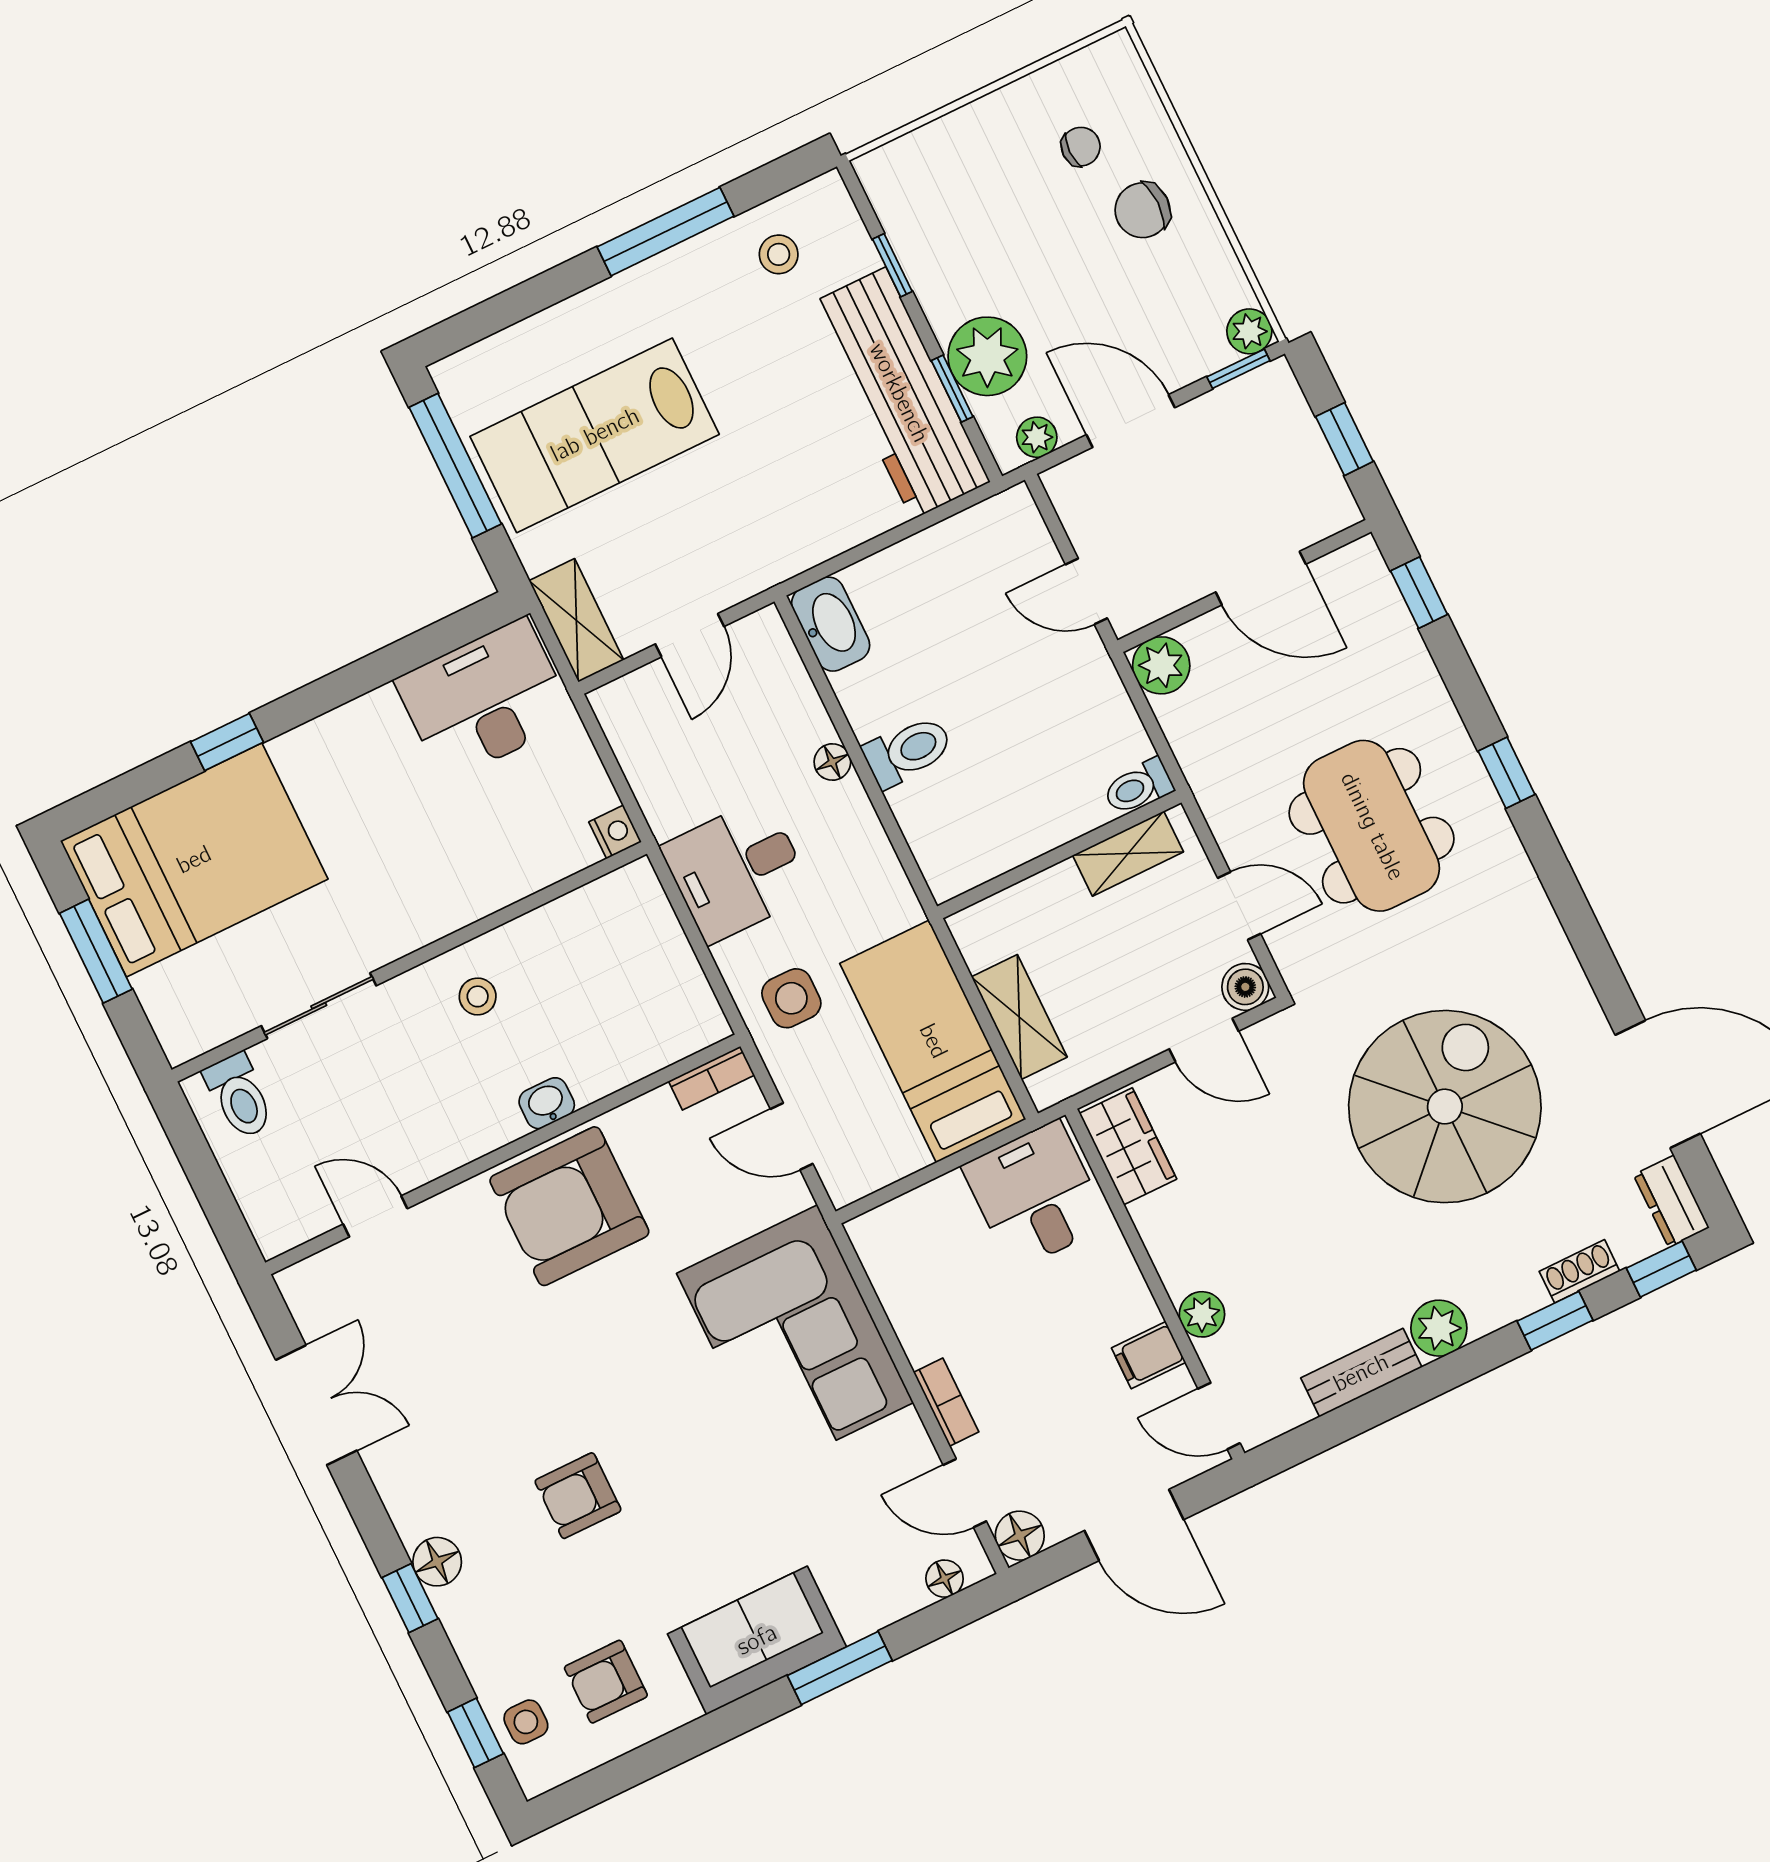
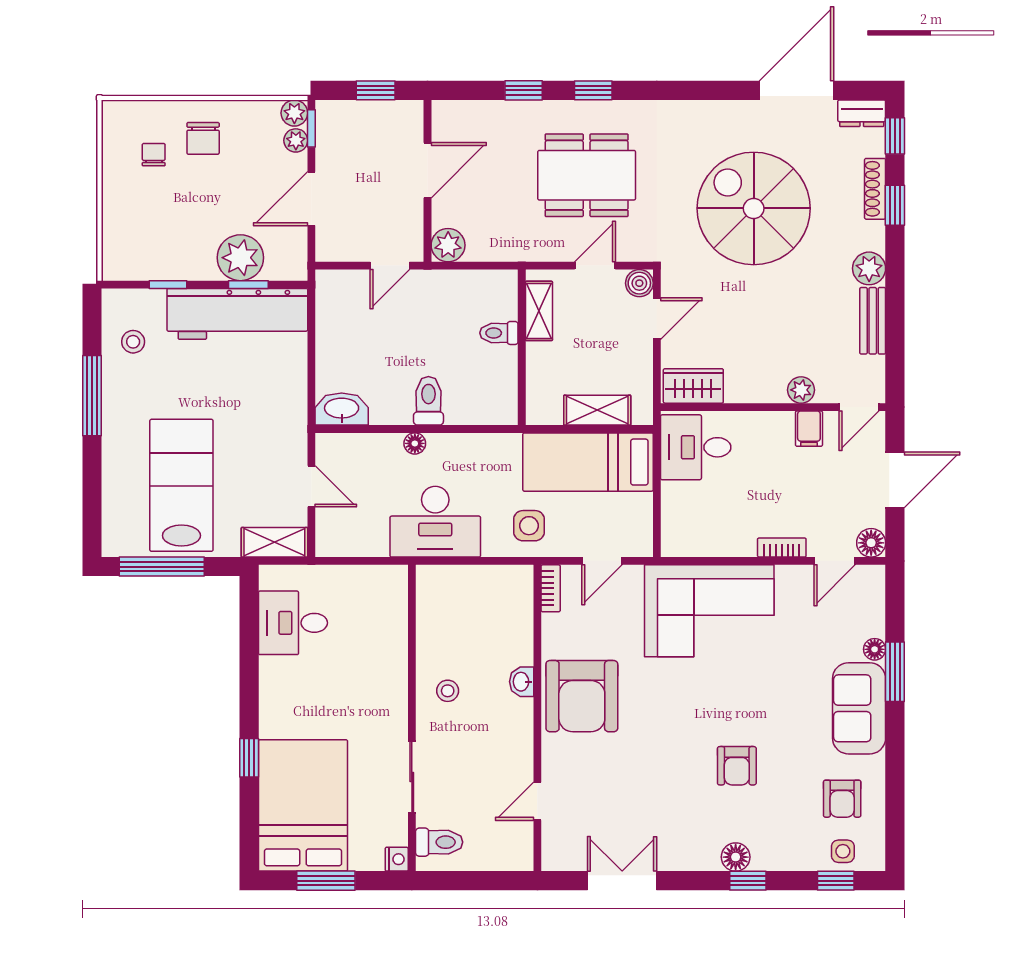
lab bench: (595, 435) -> (181, 485), turned 180
plant: (1037, 437) -> (296, 140), moved
window: (1419, 593) -> (524, 90), moved
desk: (485, 700) -> (293, 623), width x0.73
toilet: (1138, 787) -> (499, 333), moved, turned 90
nightstand: (615, 832) -> (397, 859), moved, turned 90
desk: (737, 870) -> (435, 522), width x1.37
shoe rack: (1580, 1271) -> (875, 189), width x1.43
floor lamp: (945, 1579) -> (875, 649), moved

